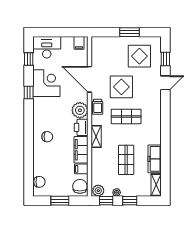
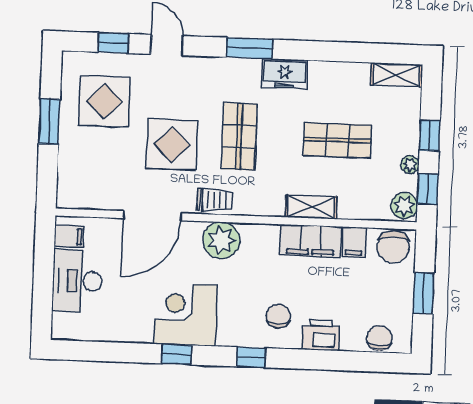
desk: (47, 47) -> (77, 281), moved
window: (29, 59) -> (251, 357), moved
corner desk: (46, 83) -> (186, 315), moved
window: (165, 119) -> (249, 48), added
printer: (81, 127) -> (321, 335), moved, turned 180
shelving: (96, 136) -> (311, 207), moved
freezer: (155, 159) -> (285, 74), moved, width x0.71
chair: (80, 186) -> (393, 247), turned -90

